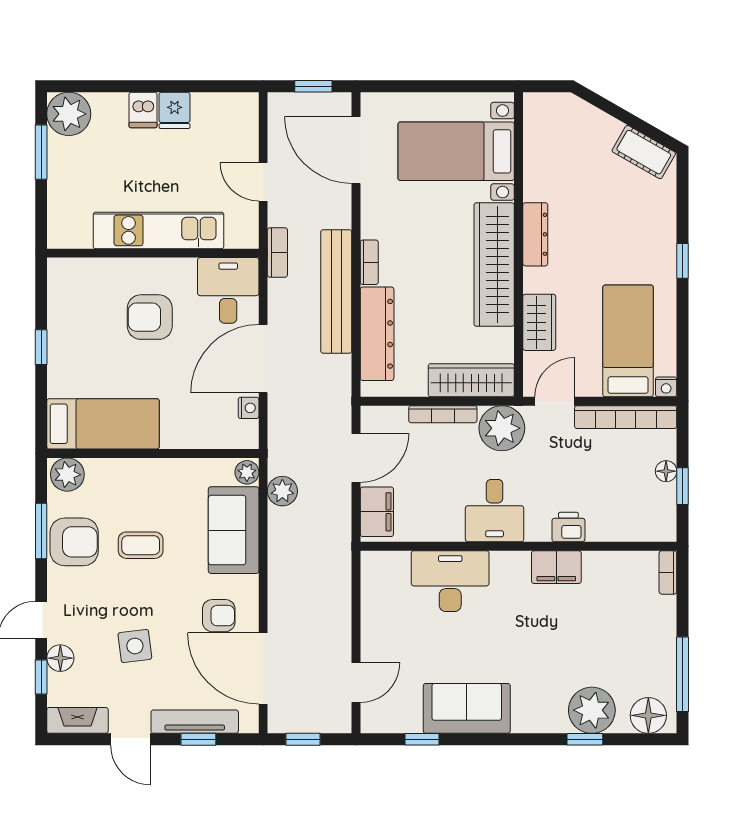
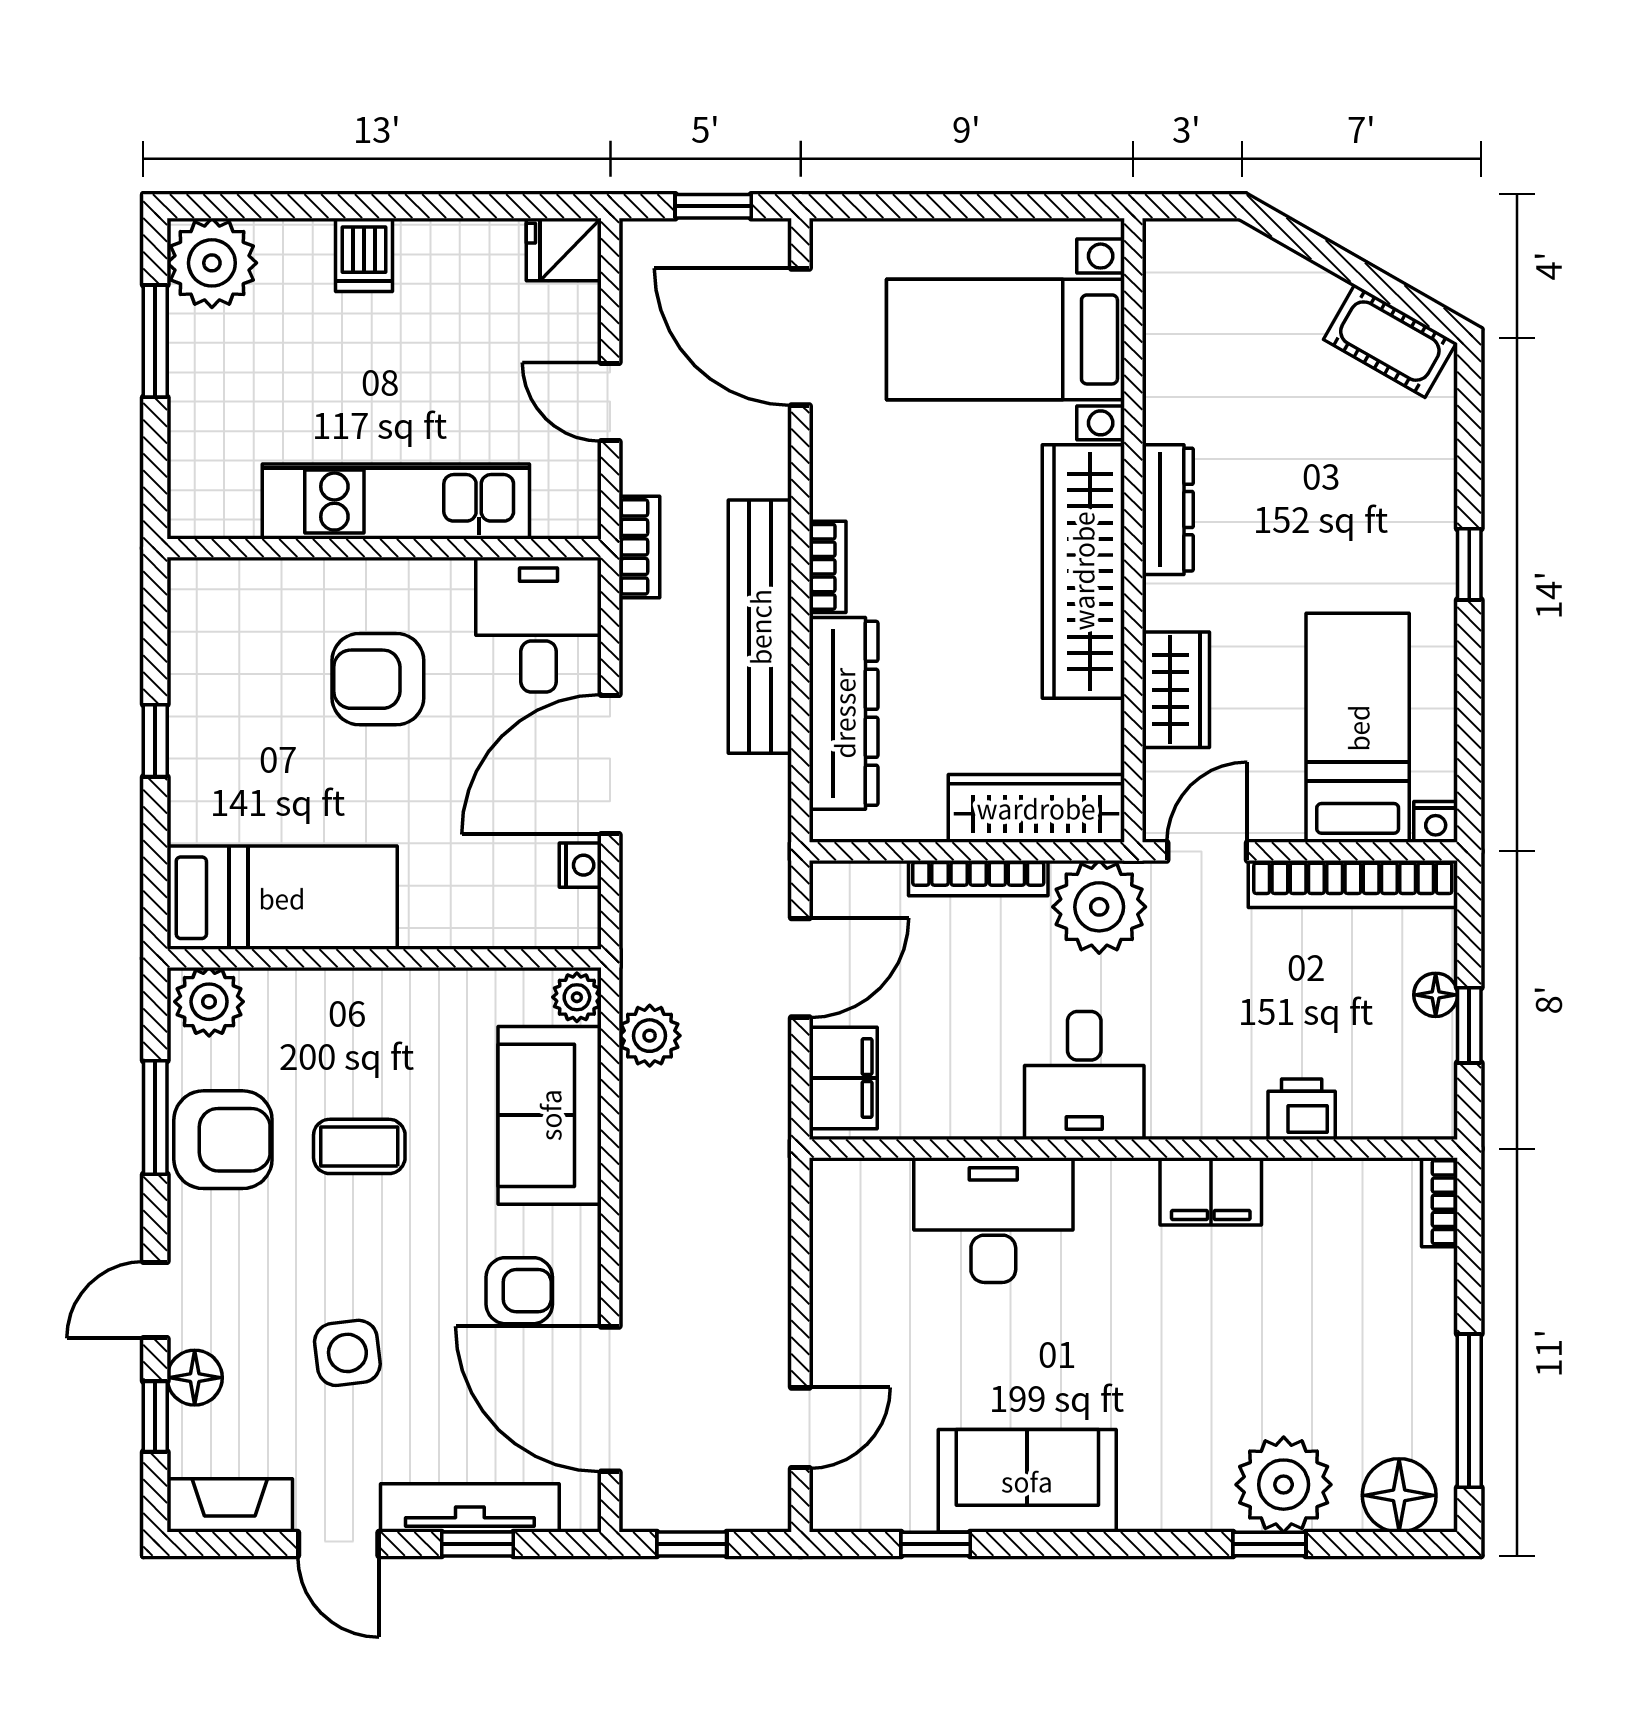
fridge: (175, 110) -> (564, 250), moved, turned 90
printer: (568, 527) -> (1302, 1109), moved

